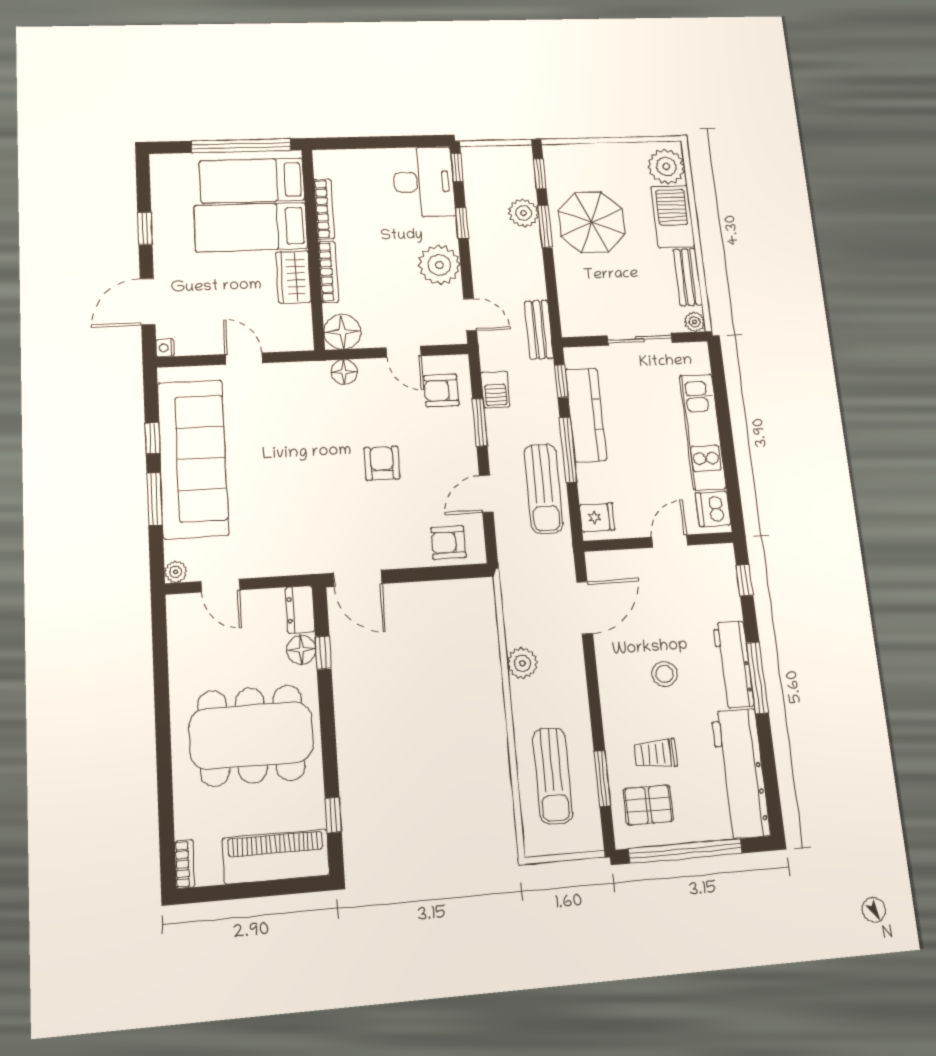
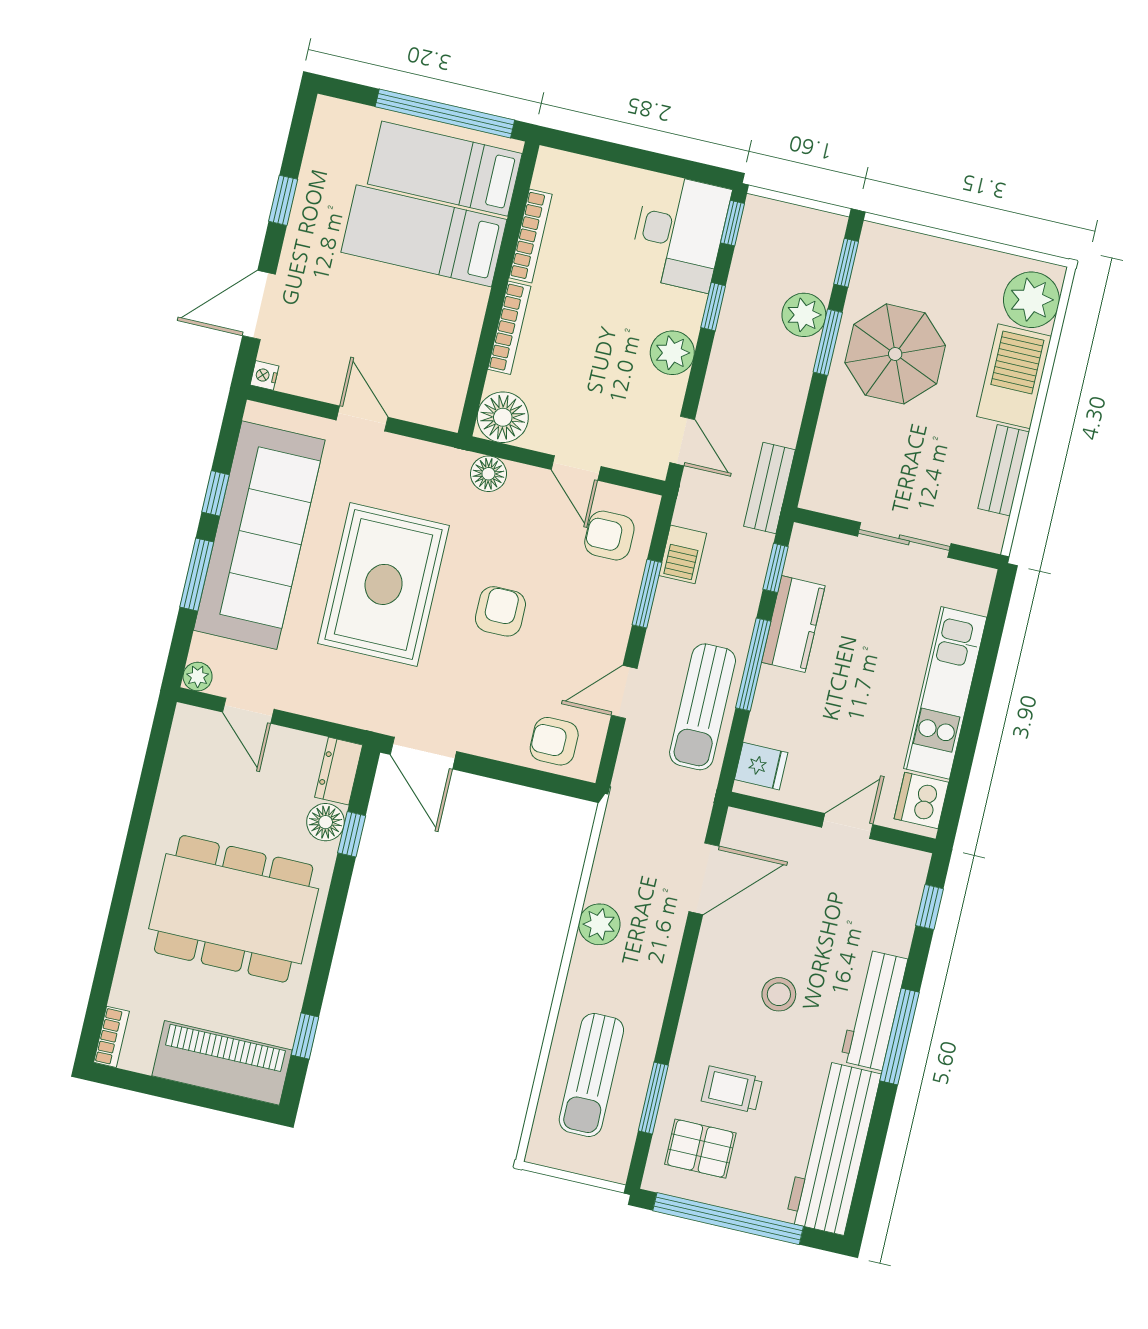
plant: (439, 265) -> (672, 353), width x0.73, depth x0.73
wardrobe: (293, 277) -> (460, 322), removed
plant: (695, 322) -> (990, 537), removed
kitchen counter: (586, 415) -> (793, 624), width x0.67
rug: (293, 468) -> (384, 584), added

